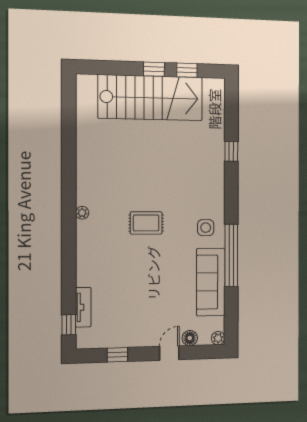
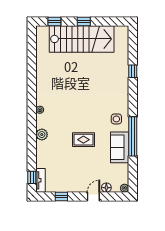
window: (187, 70) -> (54, 21), moved
rug: (146, 223) -> (83, 140), moved
plant: (85, 254) -> (42, 135), added
sofa: (211, 282) -> (120, 147), width x0.73
tv unit: (83, 307) -> (41, 180), moved

